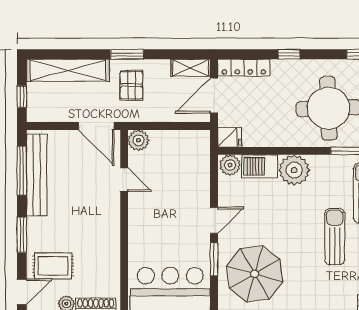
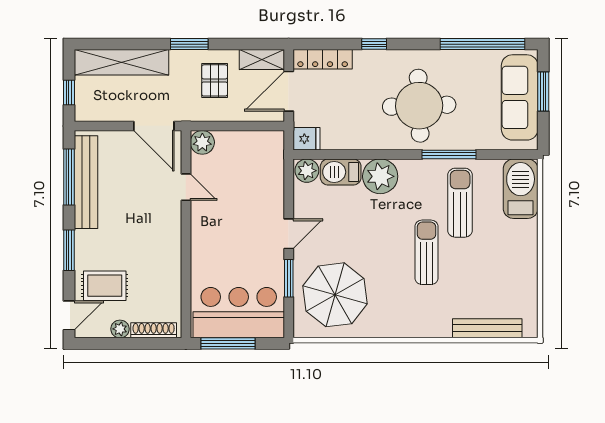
pallet: (131, 85) -> (215, 80), moved

